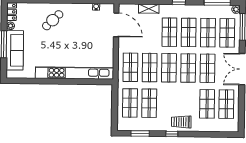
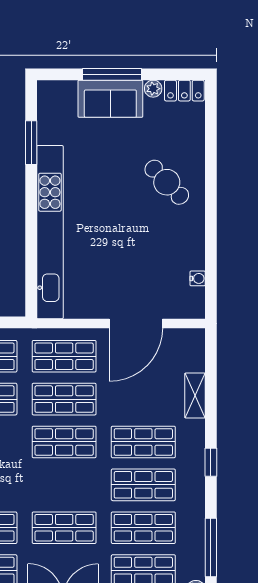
door: (116, 25) -> (136, 323), moved
sofa: (15, 50) -> (110, 99), width x0.73
shop shelf: (188, 68) -> (64, 485), removed
window: (34, 81) -> (31, 143), added

